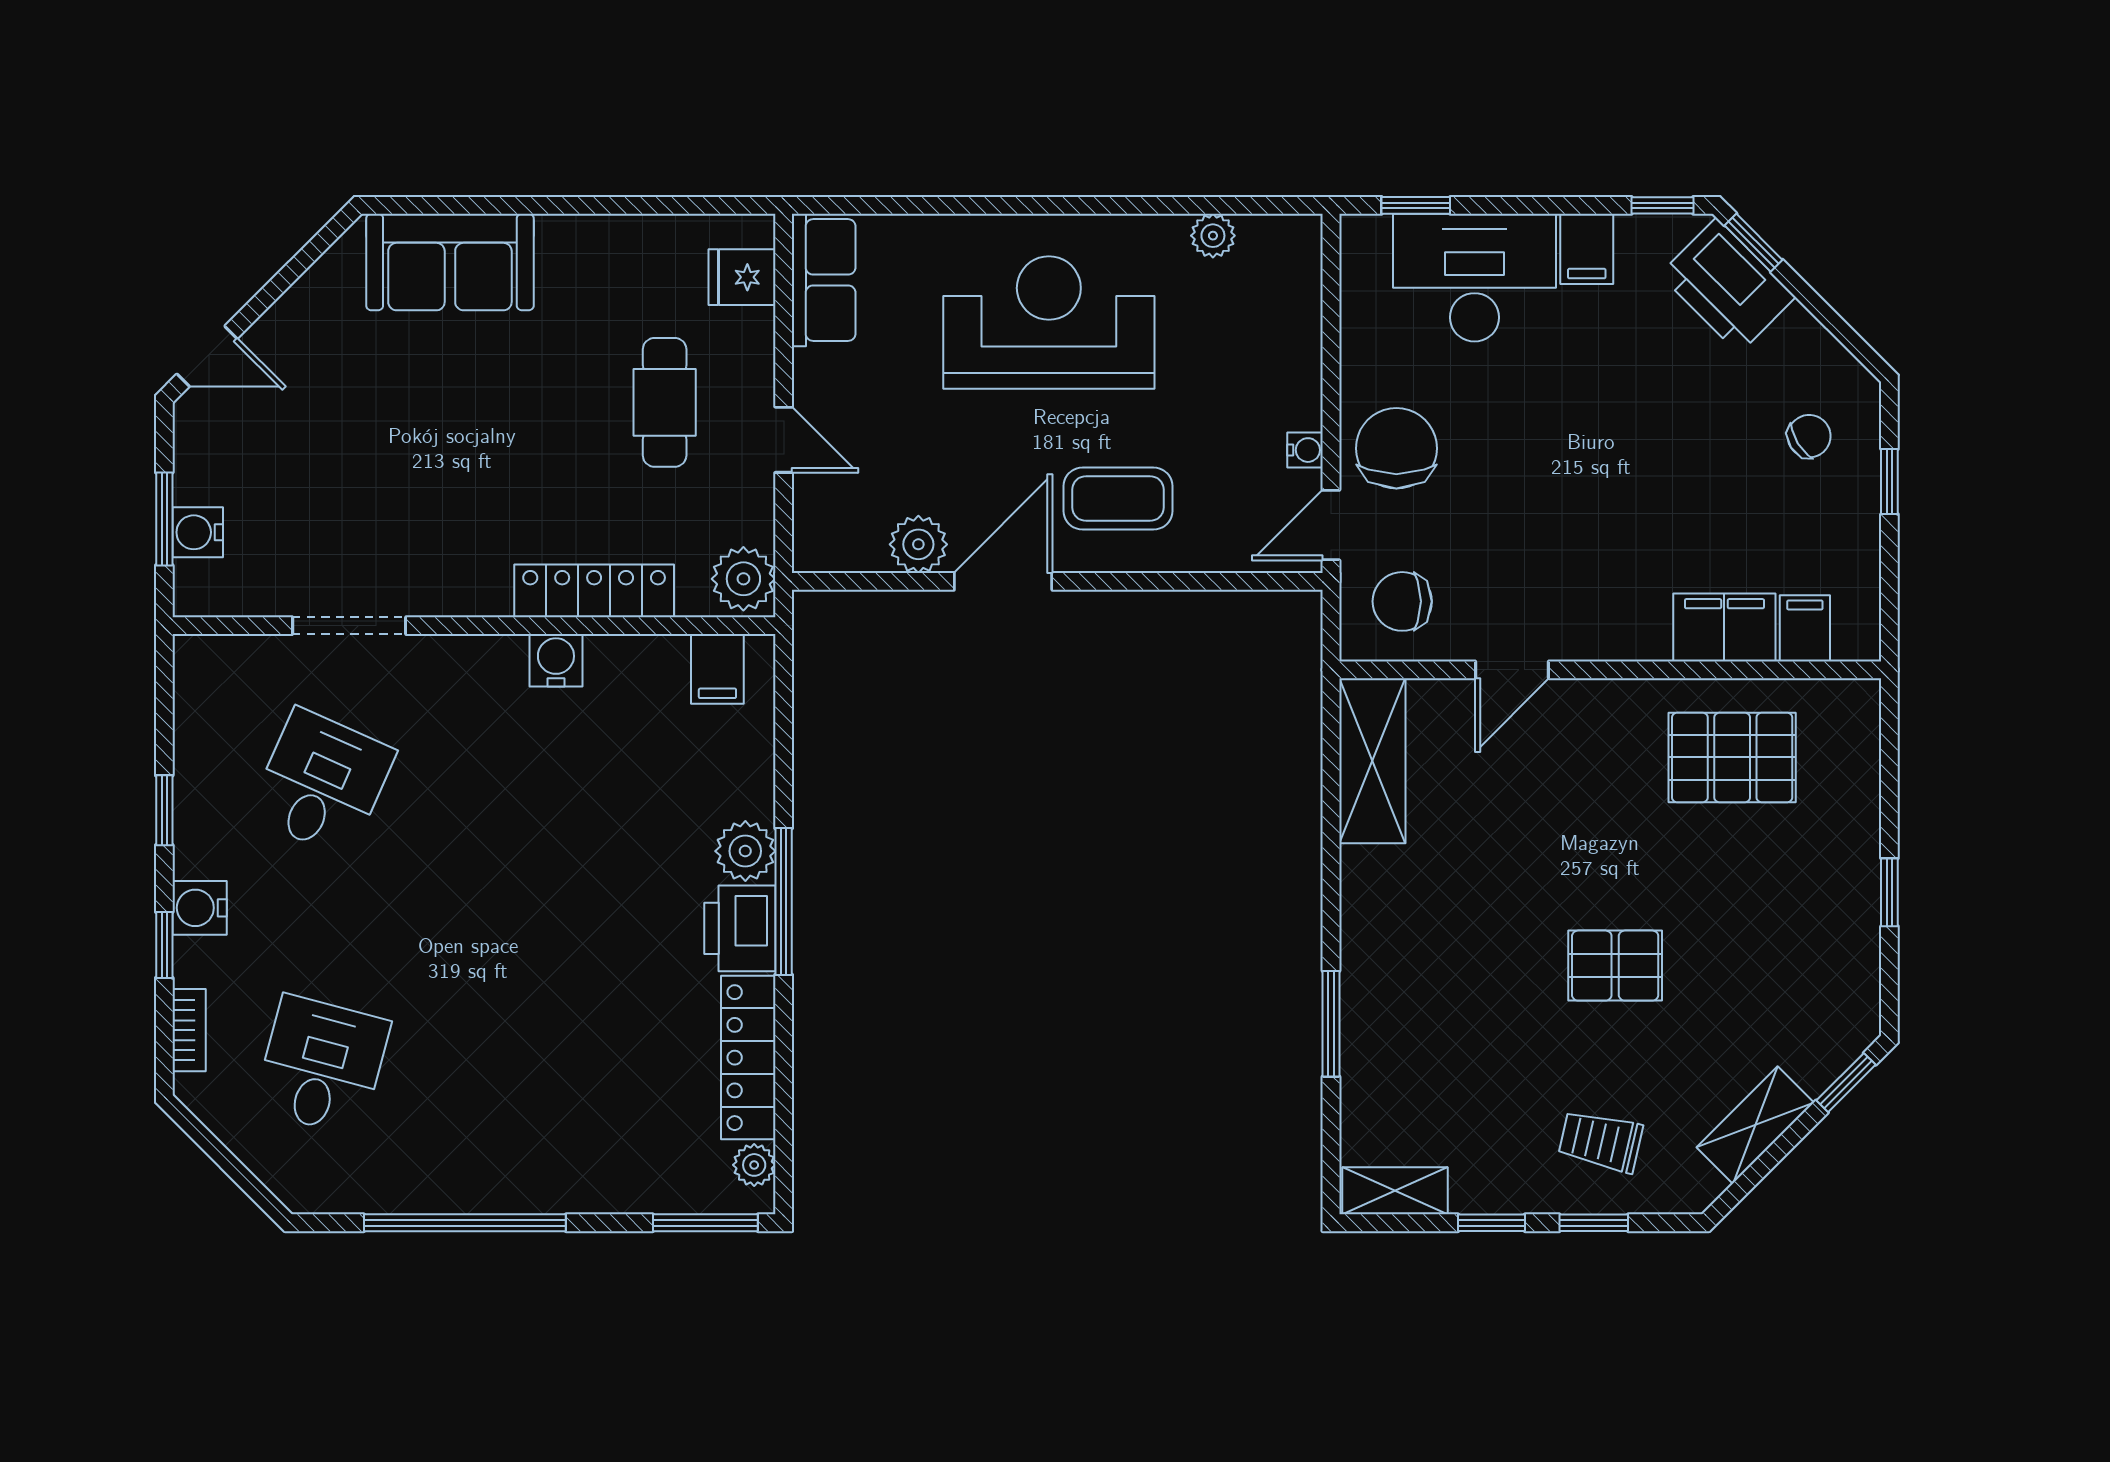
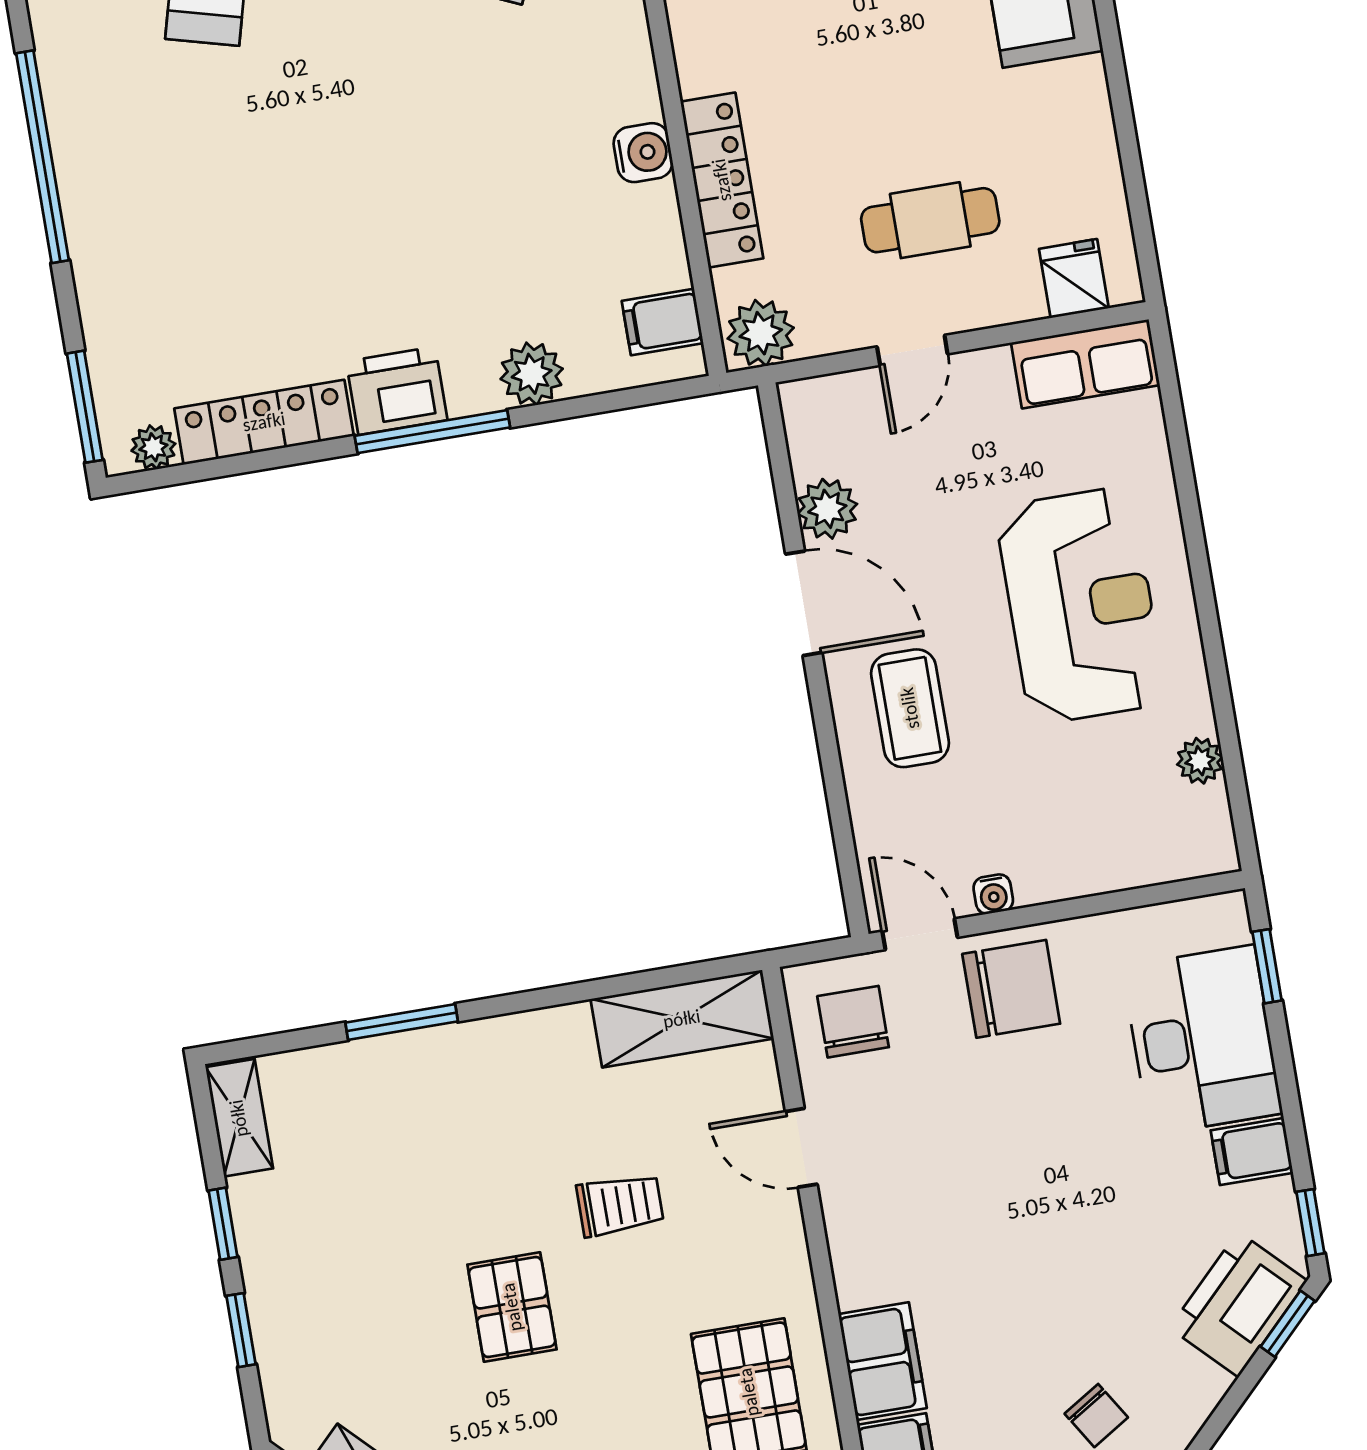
plant: (745, 851) -> (532, 374), moved
trolley: (1601, 1141) -> (620, 1205), moved, turned 77

